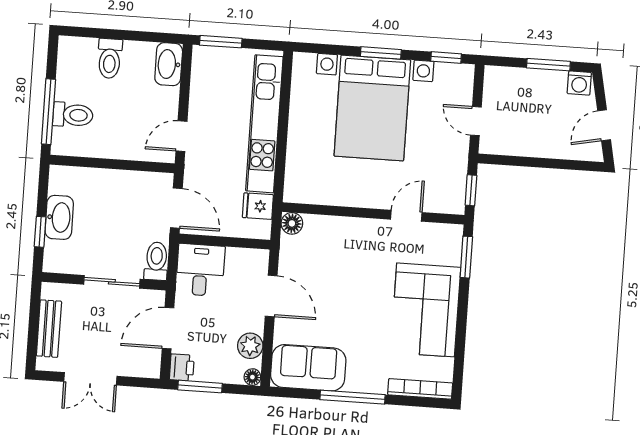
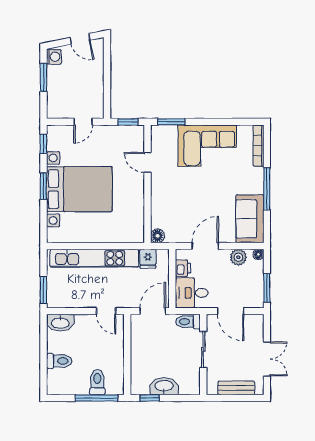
window: (40, 232) -> (150, 398), moved
printer: (182, 367) -> (183, 268), moved, turned 90

